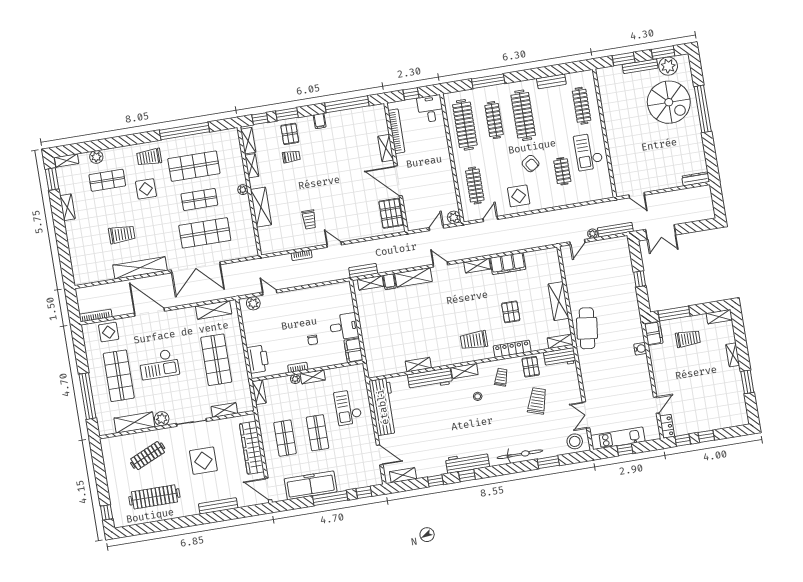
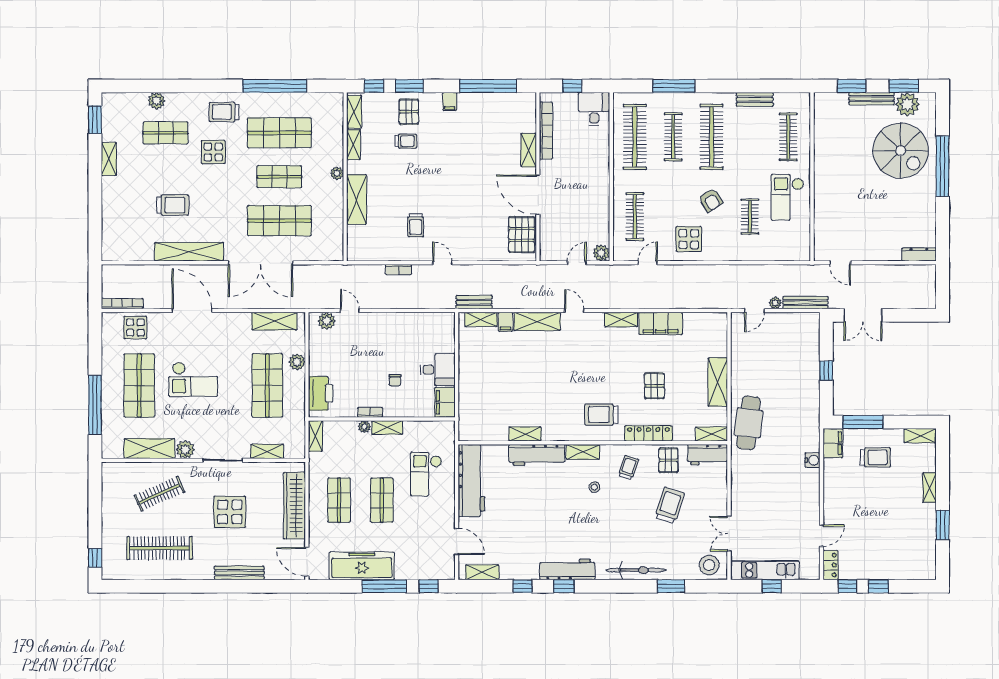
shelving: (67, 160) -> (118, 99), removed
plant: (236, 338) -> (297, 362), added

